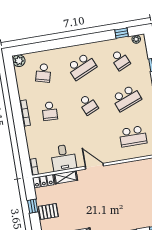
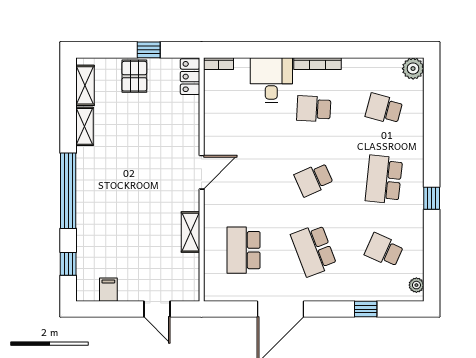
window: (122, 33) -> (432, 198), moved
school desk: (120, 60) -> (384, 250), turned 48
school desk: (82, 66) -> (384, 179), turned 30
desk: (63, 158) -> (271, 80), moved, turned 90
shelving: (66, 177) -> (190, 232), moved

